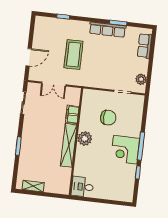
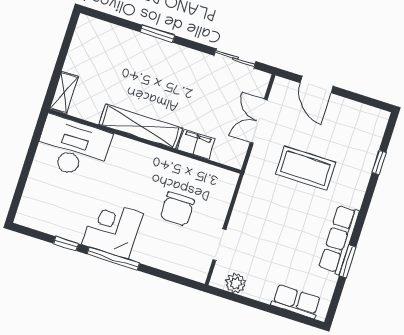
plant: (85, 138) -> (147, 158), removed
shelving: (33, 186) -> (64, 93), moved
desk: (82, 187) -> (73, 147), width x1.87, depth x1.30

